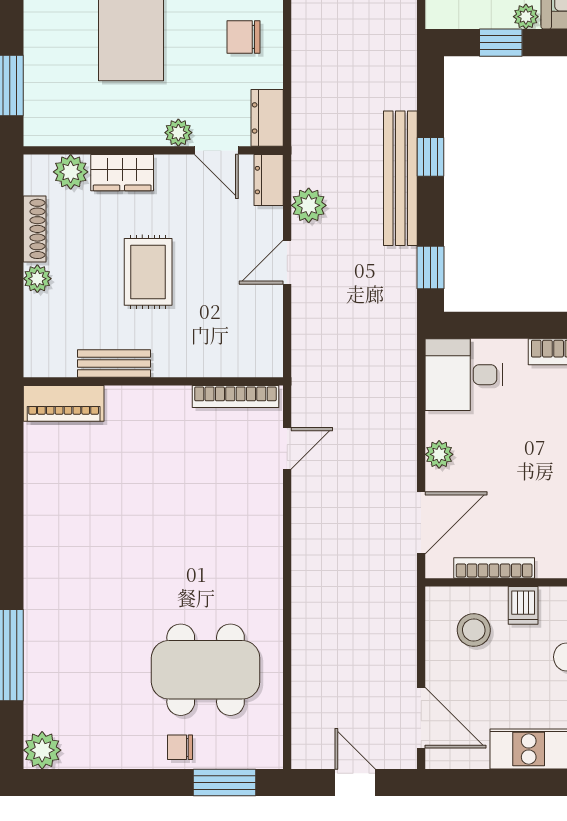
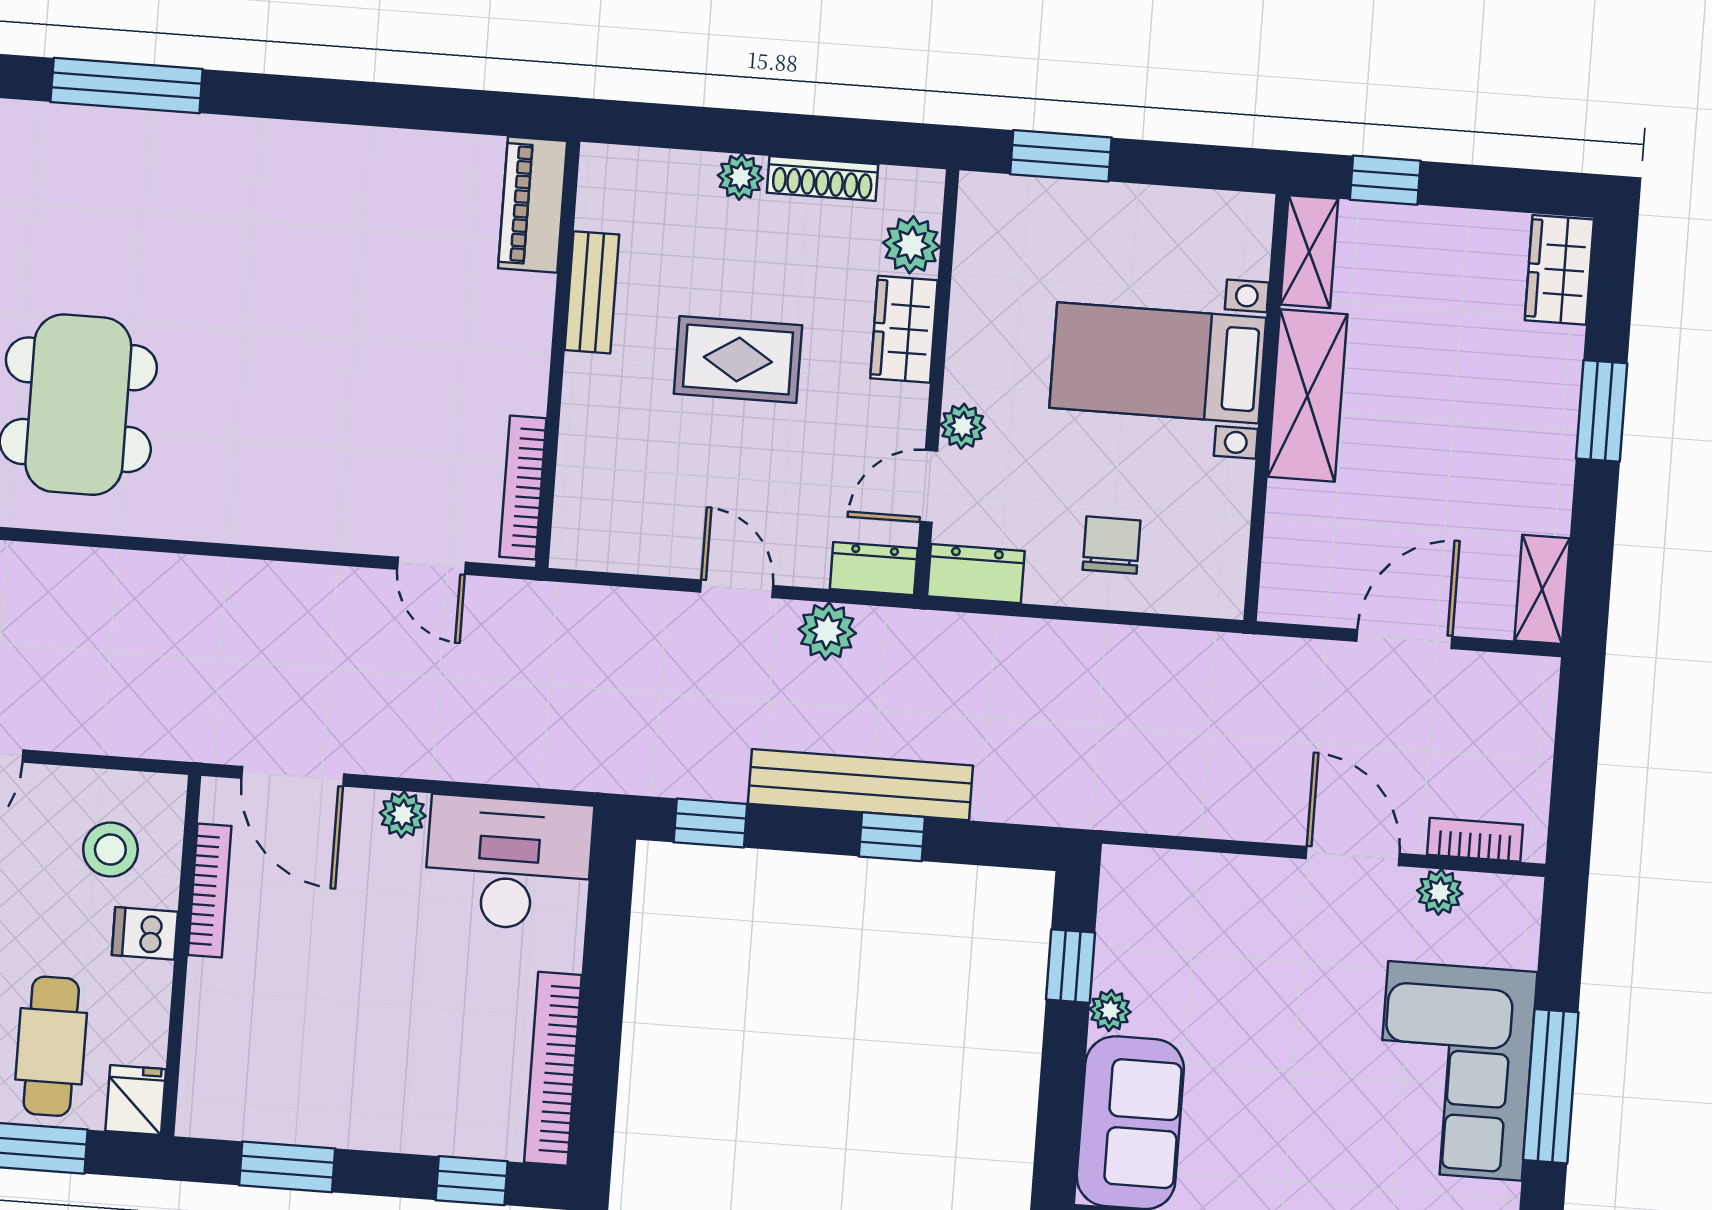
desk: (464, 375) -> (508, 863), width x1.37

